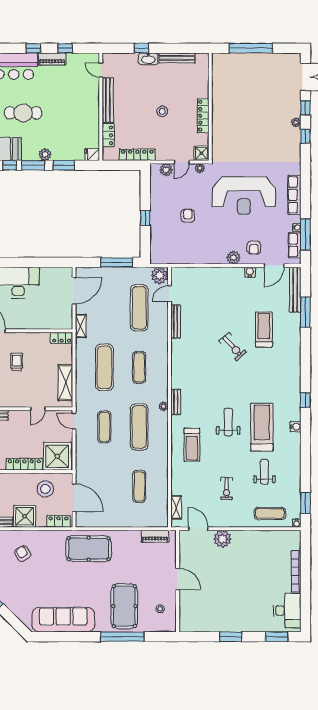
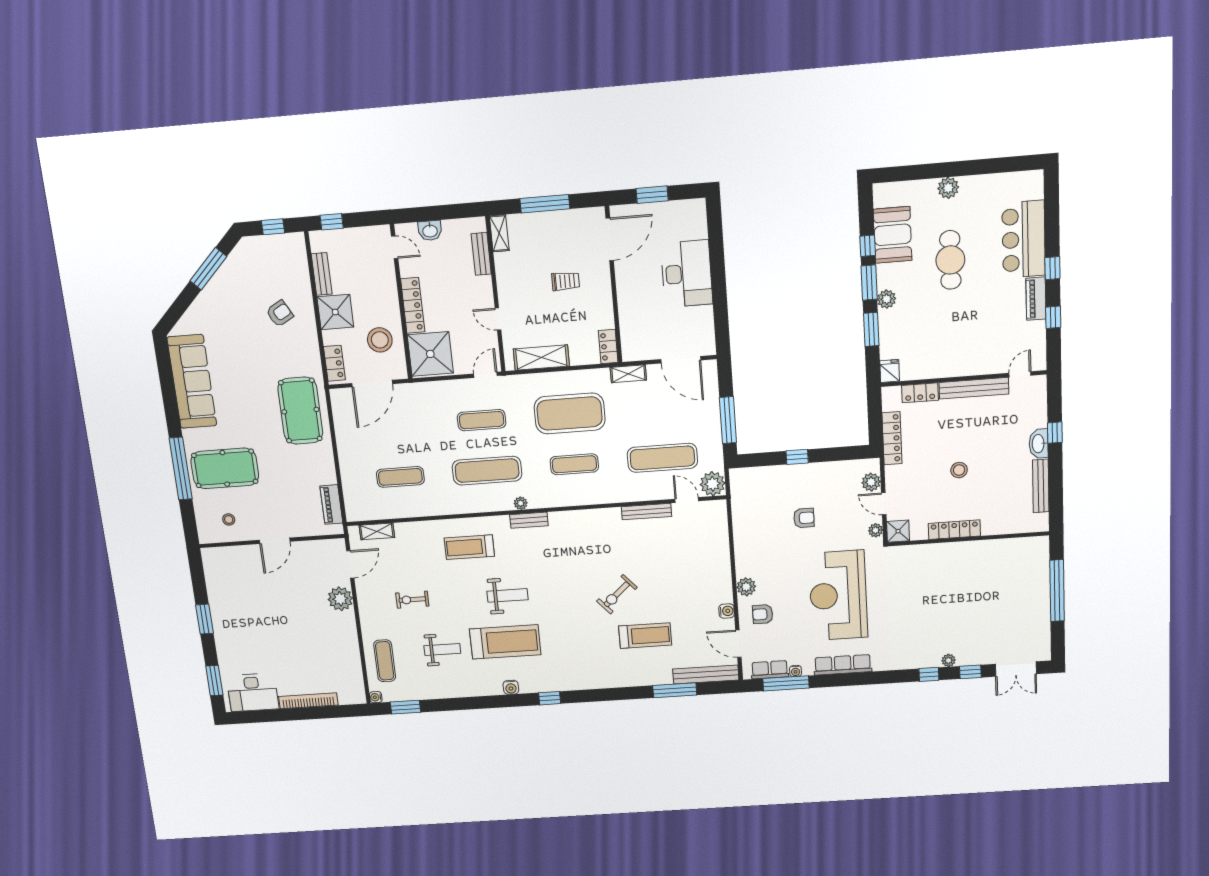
exercise mat: (104, 367) -> (570, 413), width x1.47

